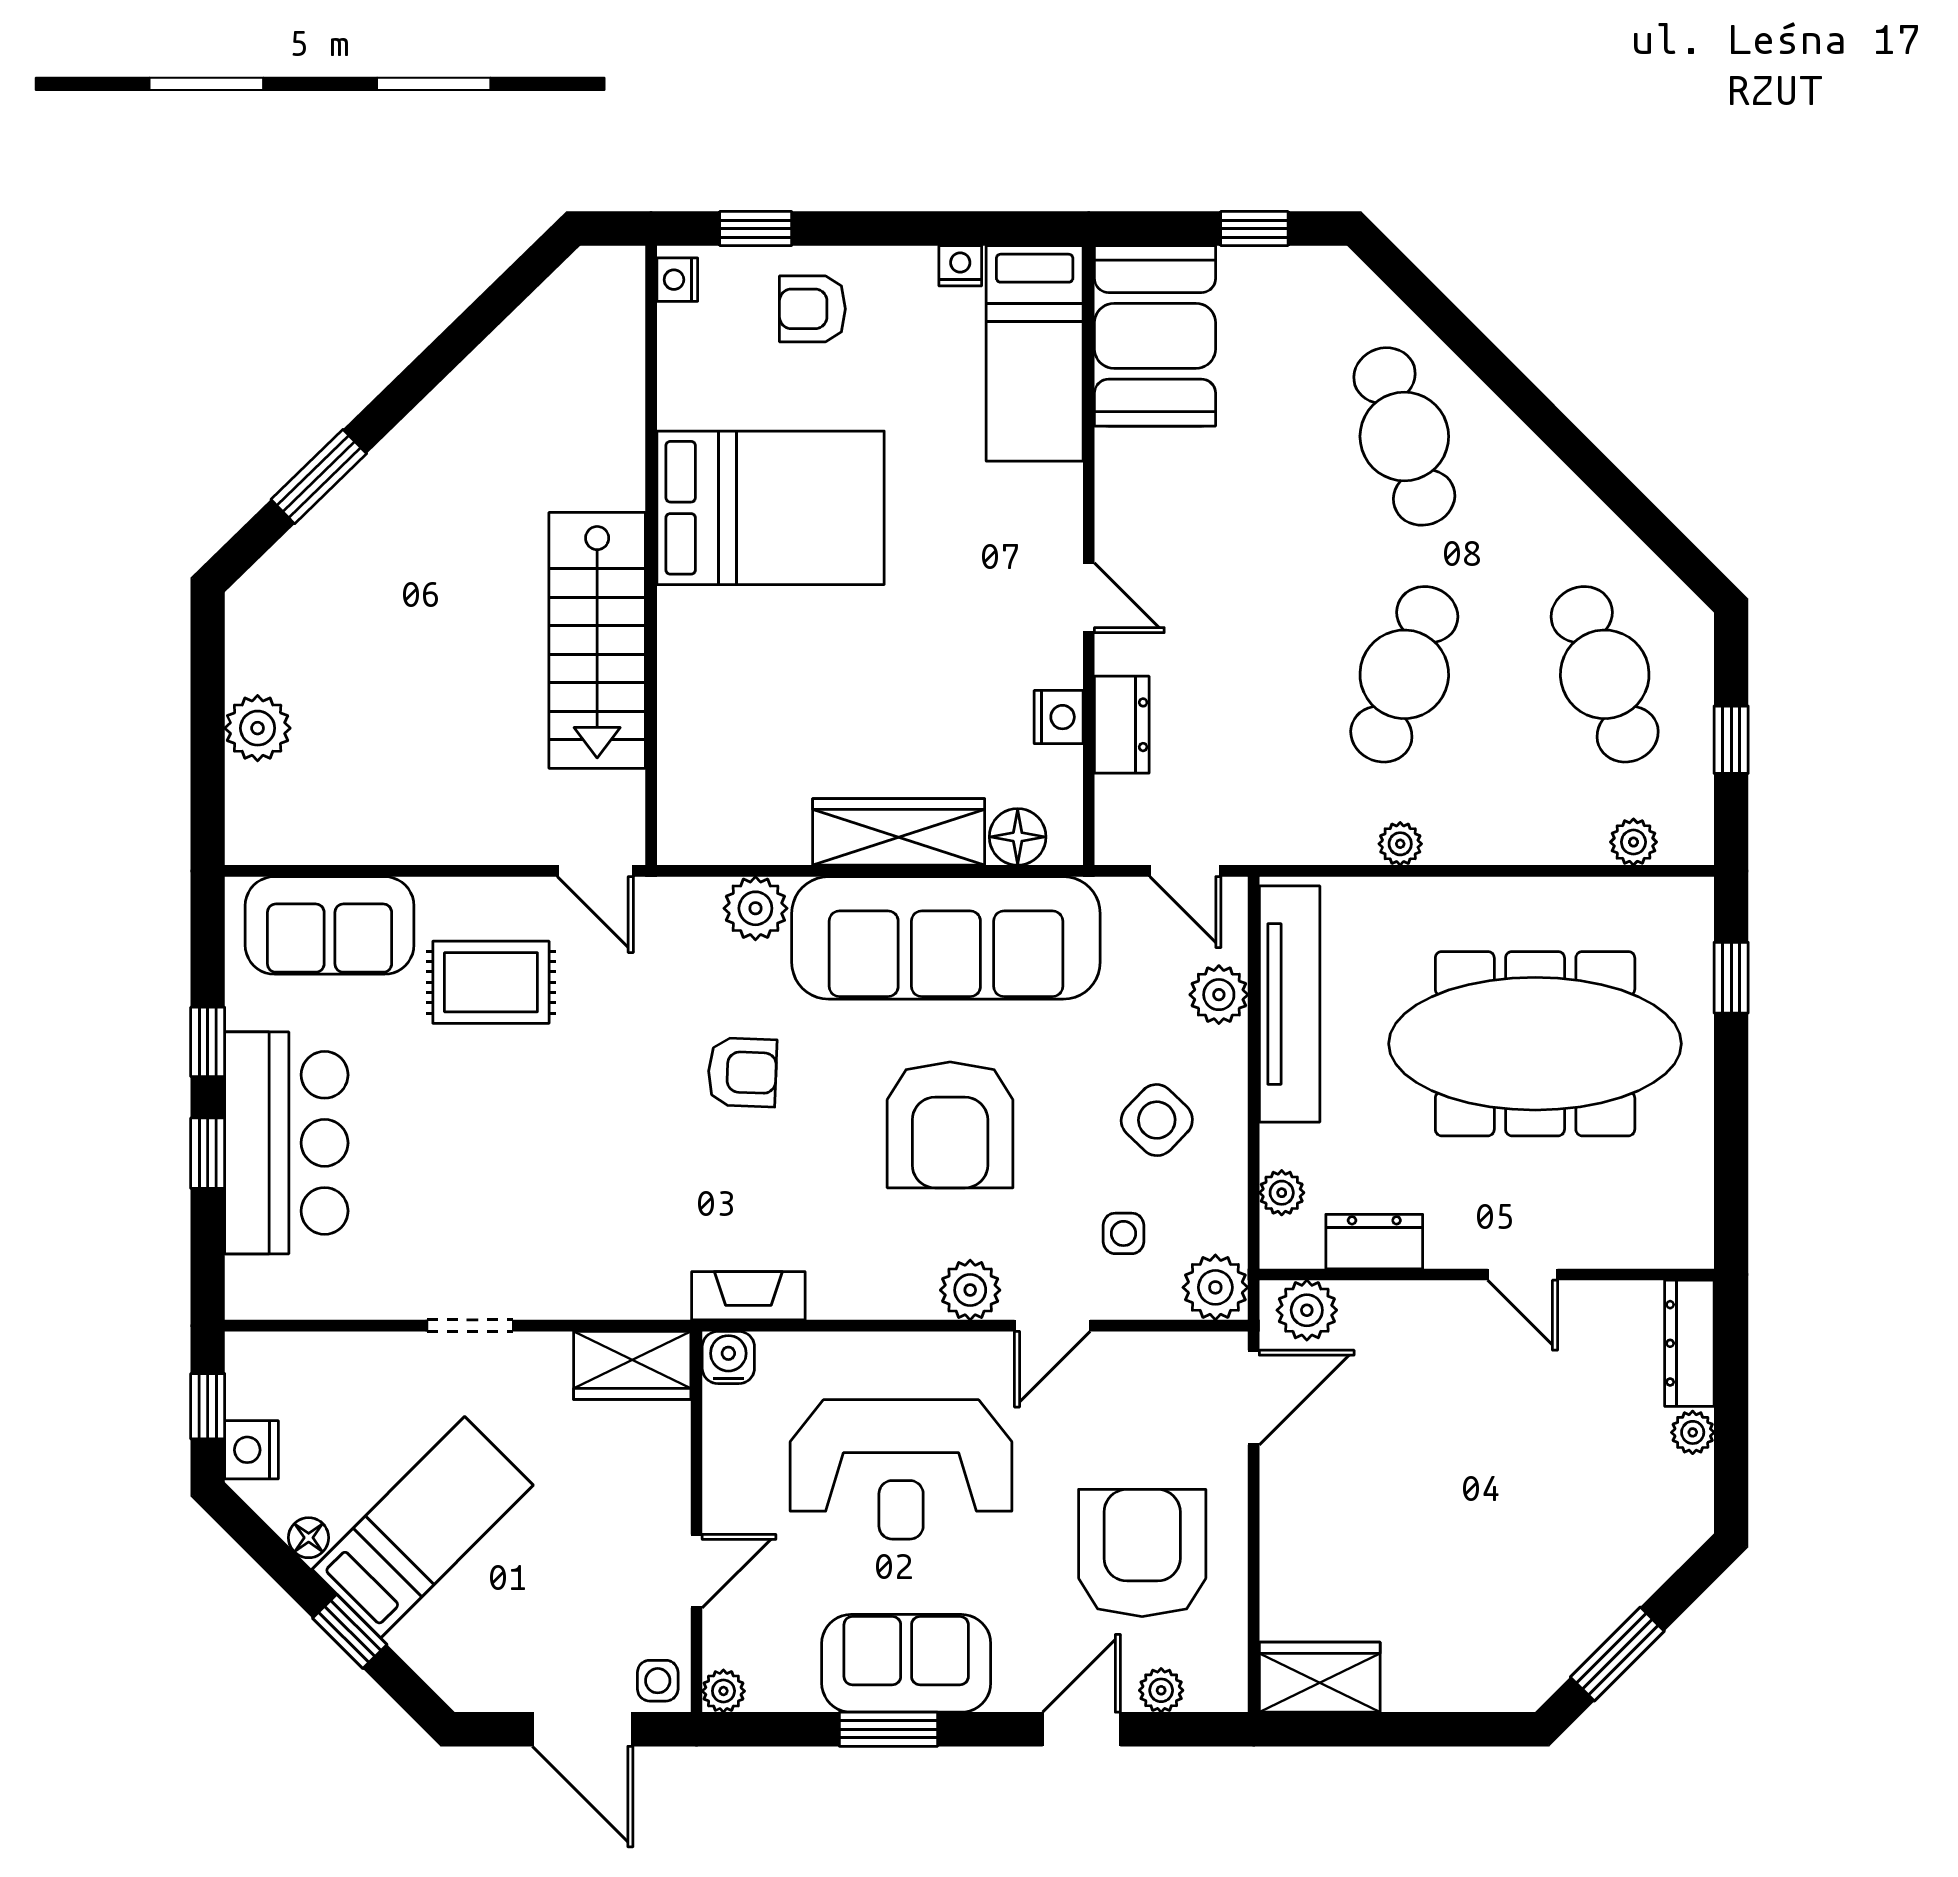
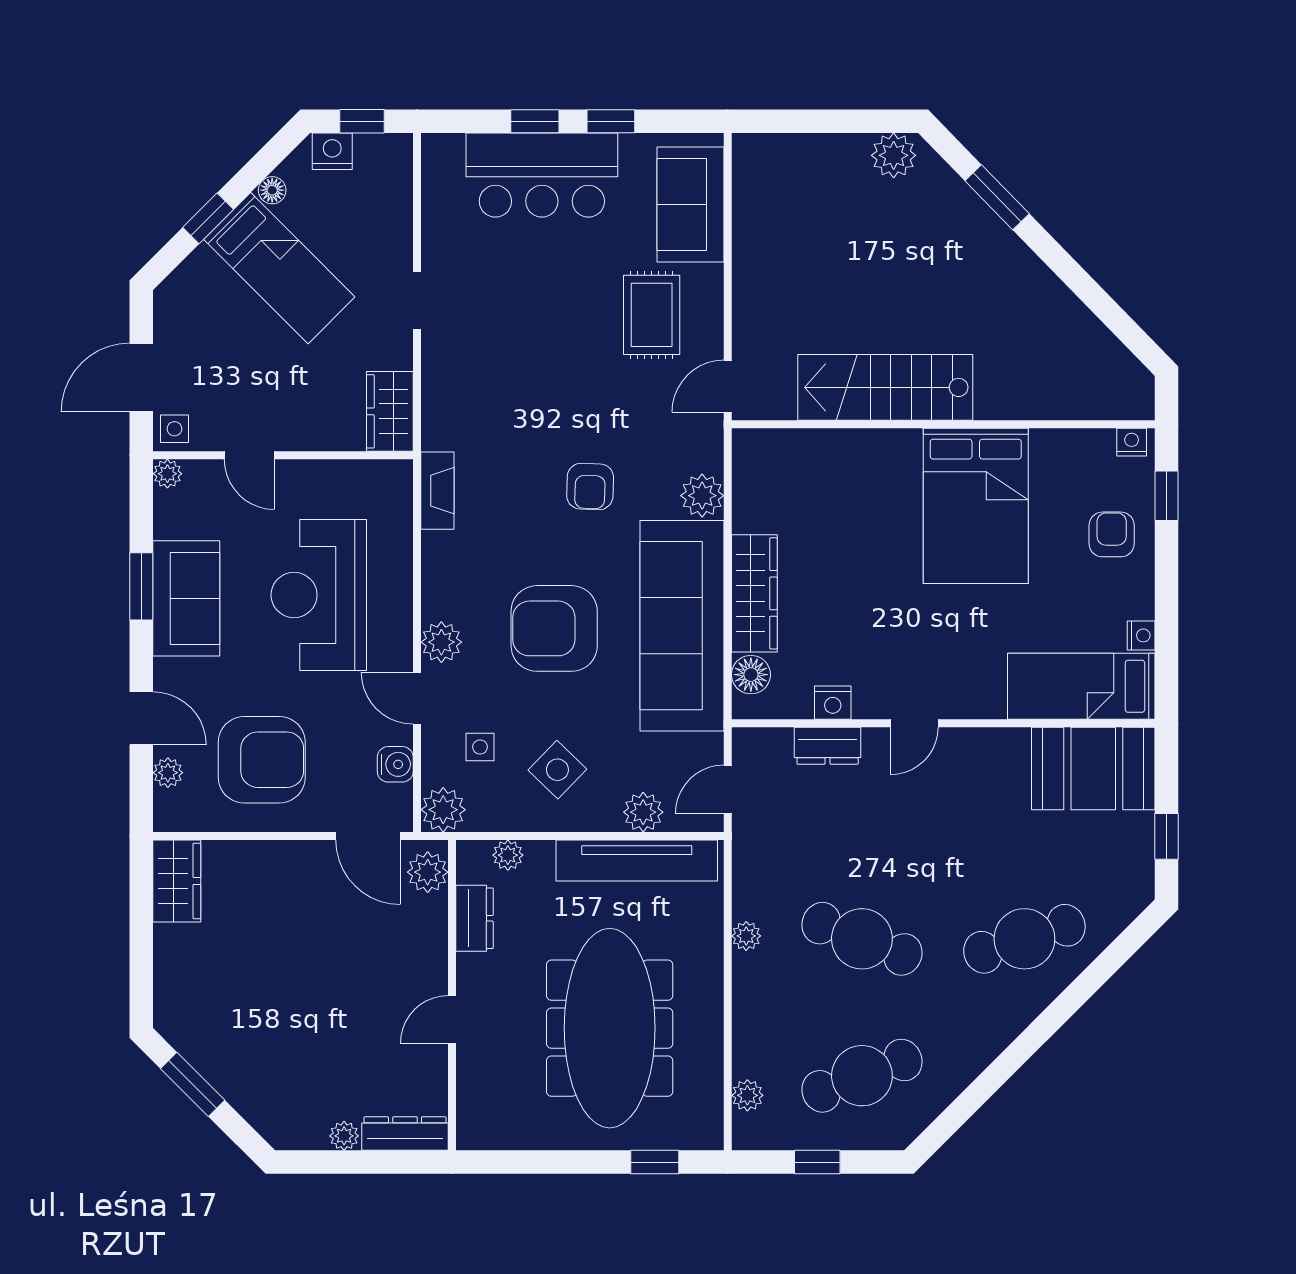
plant: (258, 728) -> (894, 155), moved
water cooler: (728, 1357) -> (395, 764), moved

